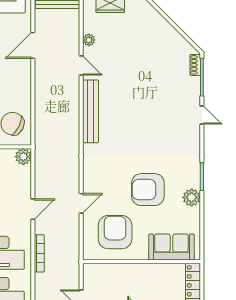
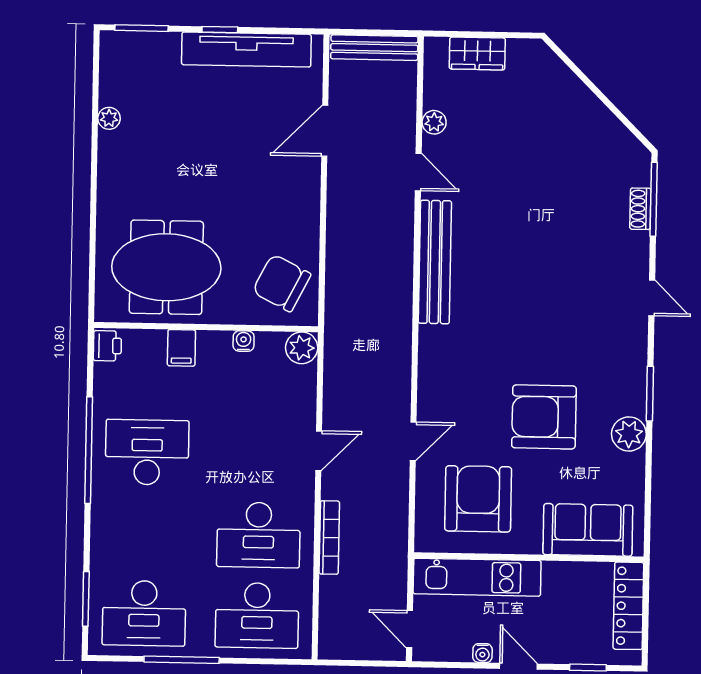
shoe rack: (195, 65) -> (640, 209), moved
door: (202, 115) -> (652, 298), moved
kitchen unit: (115, 272) -> (477, 577), added

